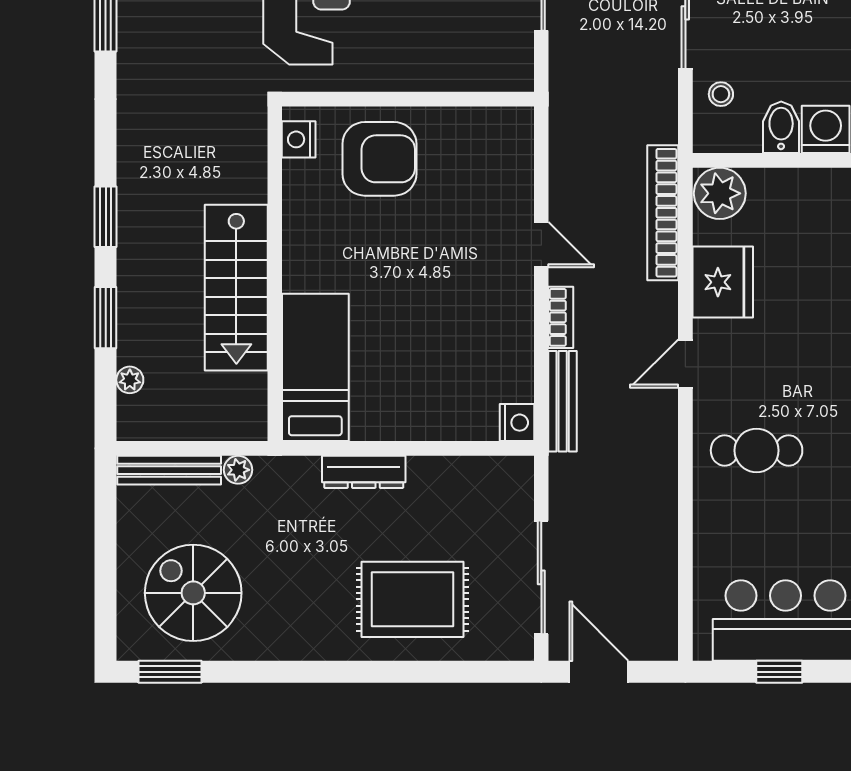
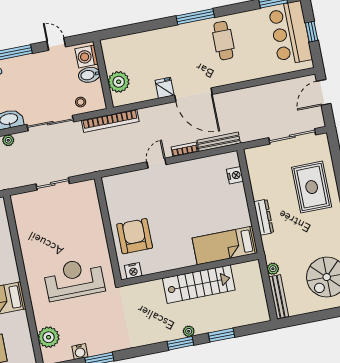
plant: (720, 193) -> (119, 82), moved
bookcase: (663, 213) -> (110, 121), moved
fridge: (723, 282) -> (165, 88), width x0.53, depth x0.75
door: (685, 364) -> (193, 95), width x1.88
plant: (130, 380) -> (189, 331), moved
nightstand: (517, 423) -> (235, 175), moved, turned 90
cafe table: (757, 450) -> (223, 41), moved
door: (599, 672) -> (324, 92), moved

